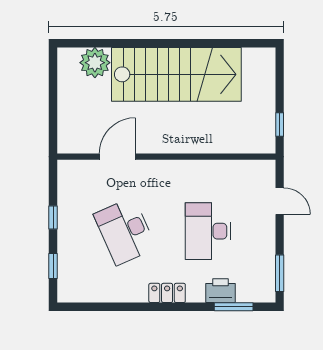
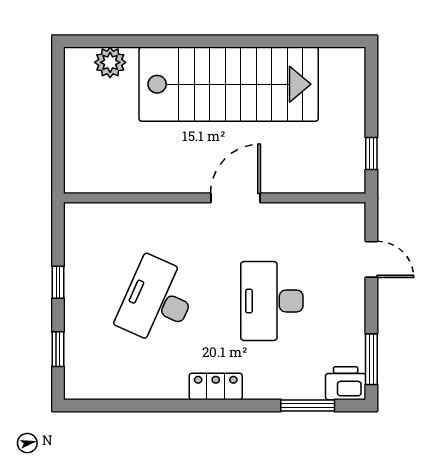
plant: (95, 63) -> (110, 62), width x0.73, depth x0.73
door: (117, 157) -> (235, 198), moved
desk: (125, 231) -> (157, 301), turned 48
printer: (220, 291) -> (346, 383), moved

